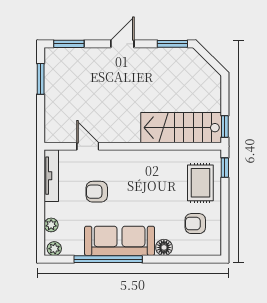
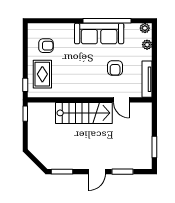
window: (69, 44) -> (123, 172), moved
stairs: (181, 128) -> (84, 113), moved
armchair: (97, 192) -> (115, 68), turned 90
floor lamp: (164, 247) -> (68, 29), removed

